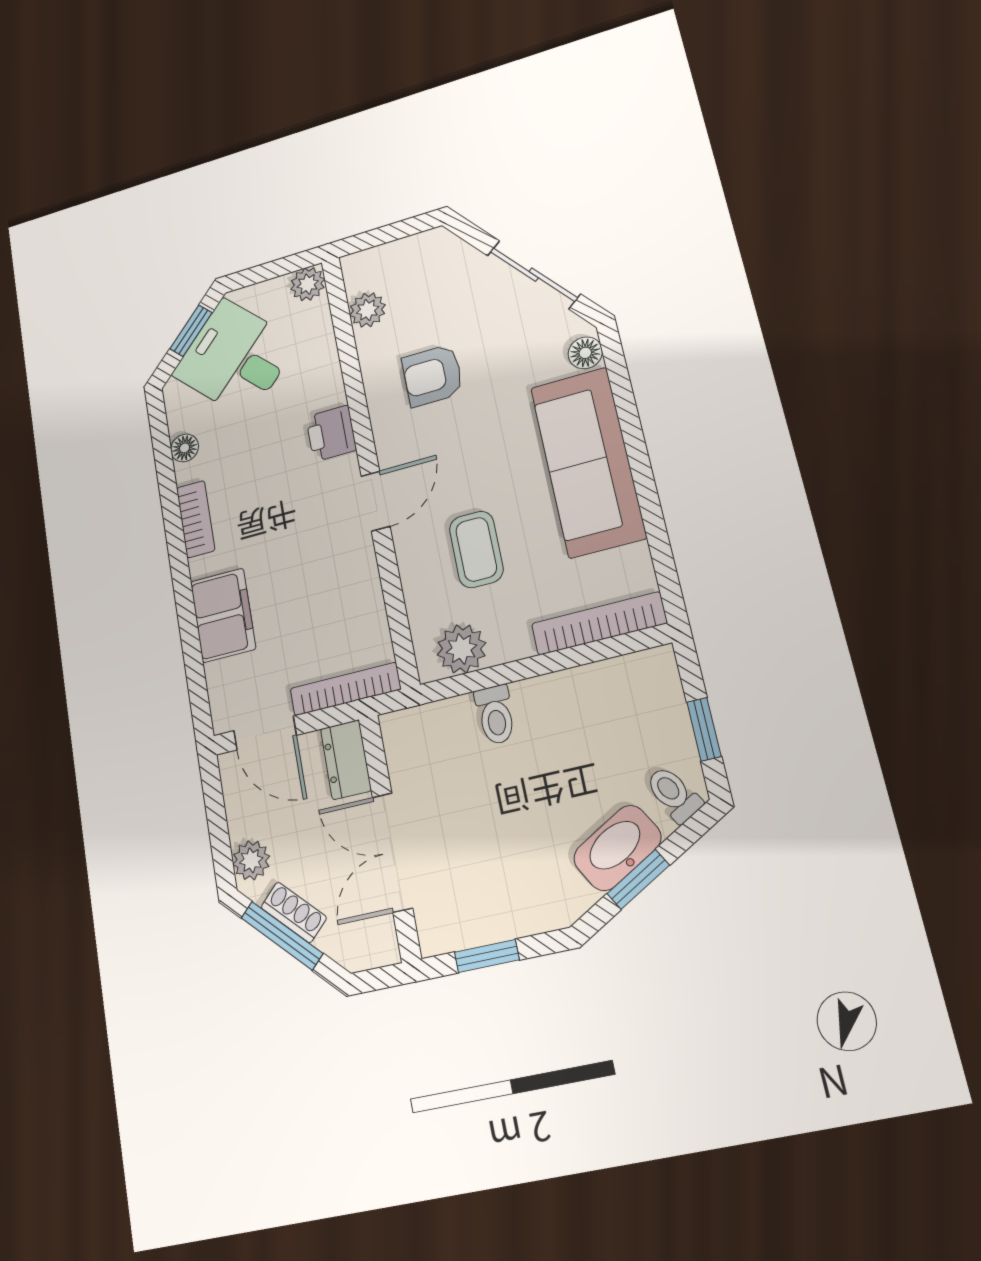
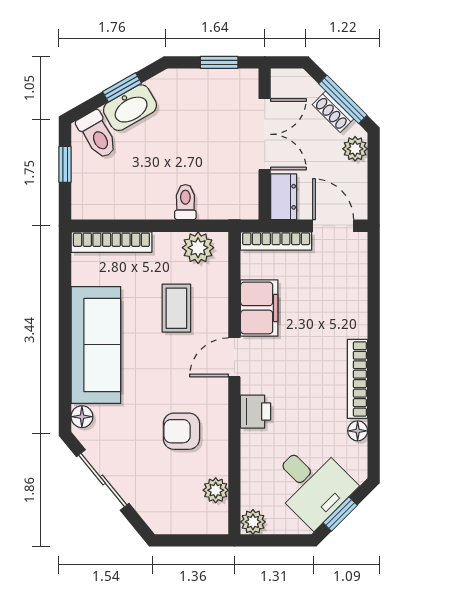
armchair: (433, 375) -> (181, 431), turned 180
bookcase: (196, 519) -> (357, 379), width x1.56
filing cabinet: (223, 615) -> (259, 308), moved, turned 180
toilet: (674, 794) -> (97, 135), width x1.37, depth x1.39

